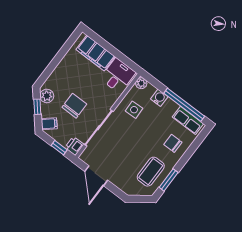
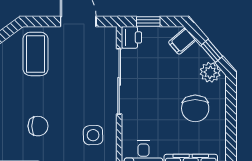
chair: (74, 106) -> (195, 108), moved
chair: (173, 143) -> (38, 126), moved
coffee table: (151, 172) -> (35, 54), moved

